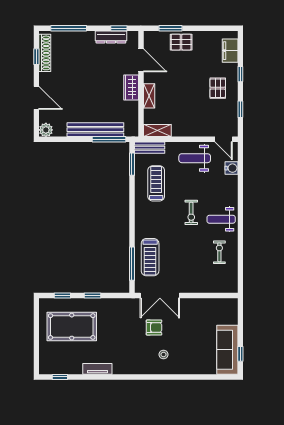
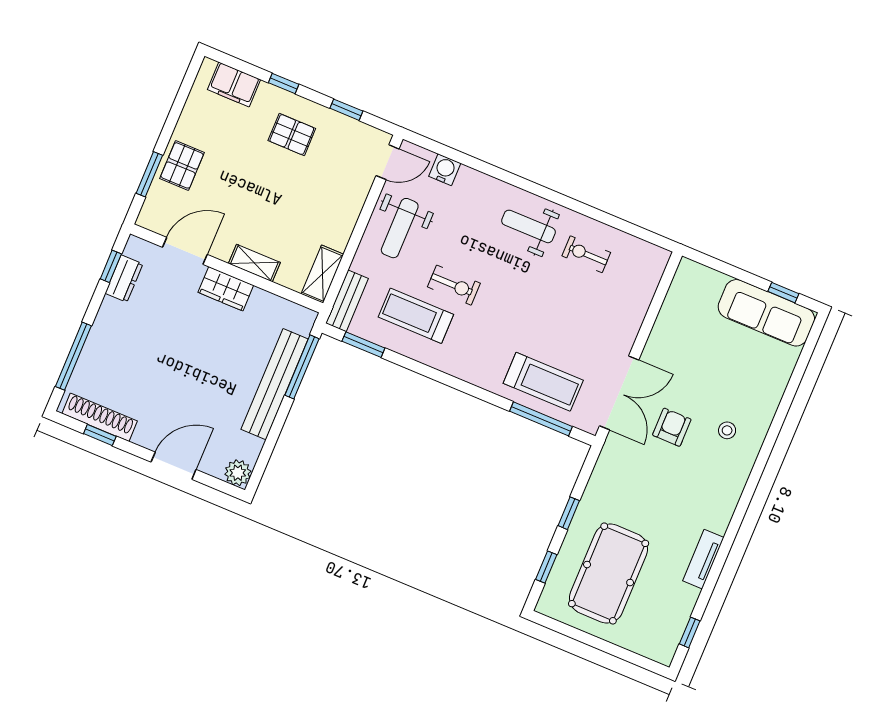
dresser: (111, 37) -> (124, 279), width x0.70
exercise bike: (191, 212) -> (454, 285), moved
weight bench: (221, 219) -> (529, 226), turned 90

